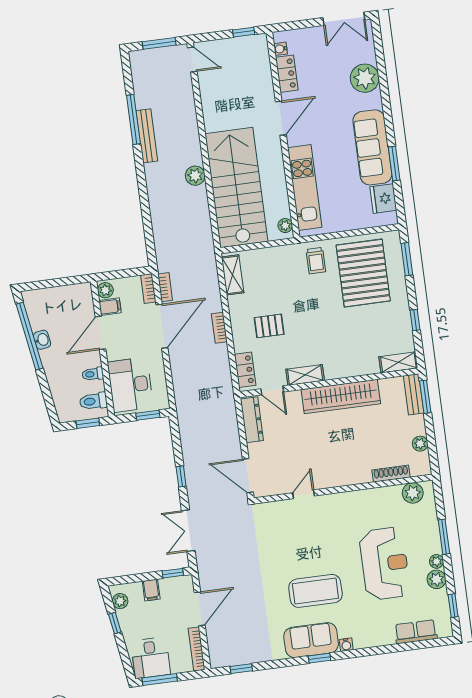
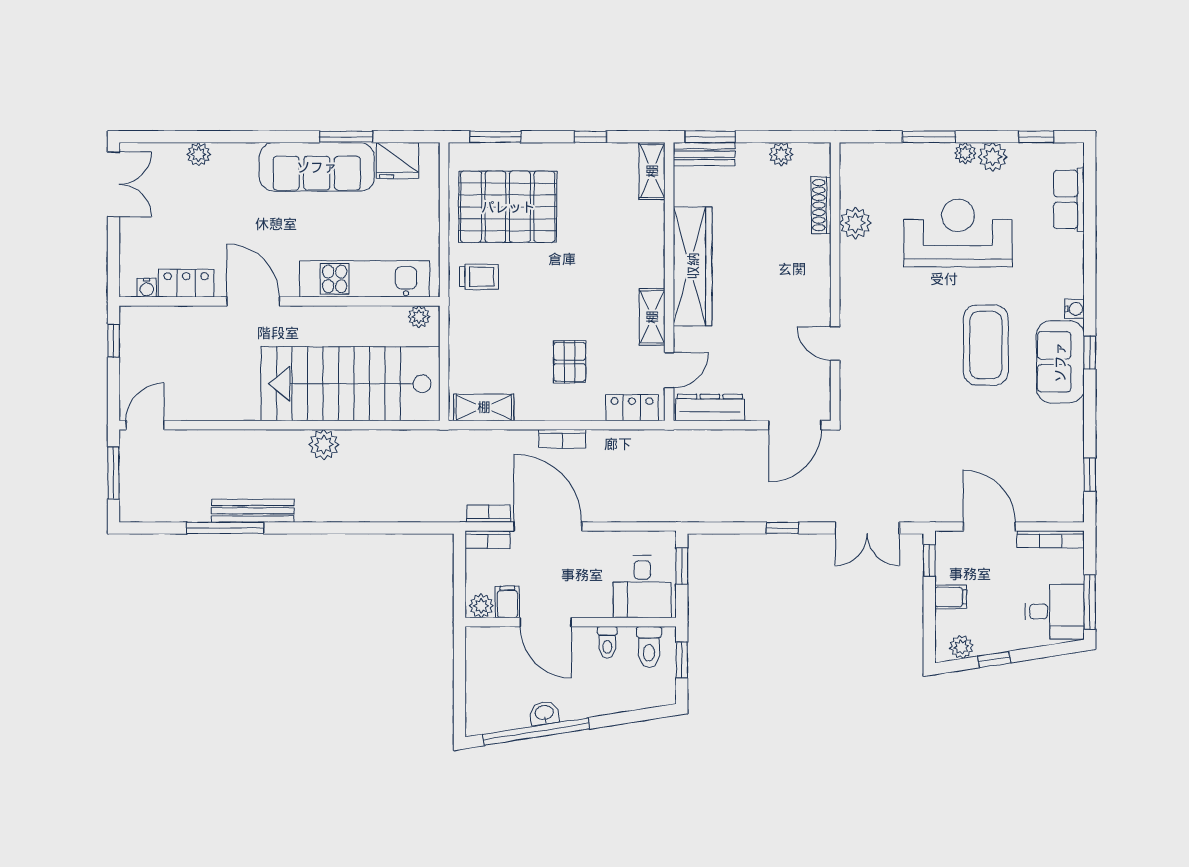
plant: (365, 78) -> (199, 154), width x0.53, depth x0.53
desk: (130, 385) -> (642, 587), width x0.73
plant: (413, 493) -> (855, 223), moved

